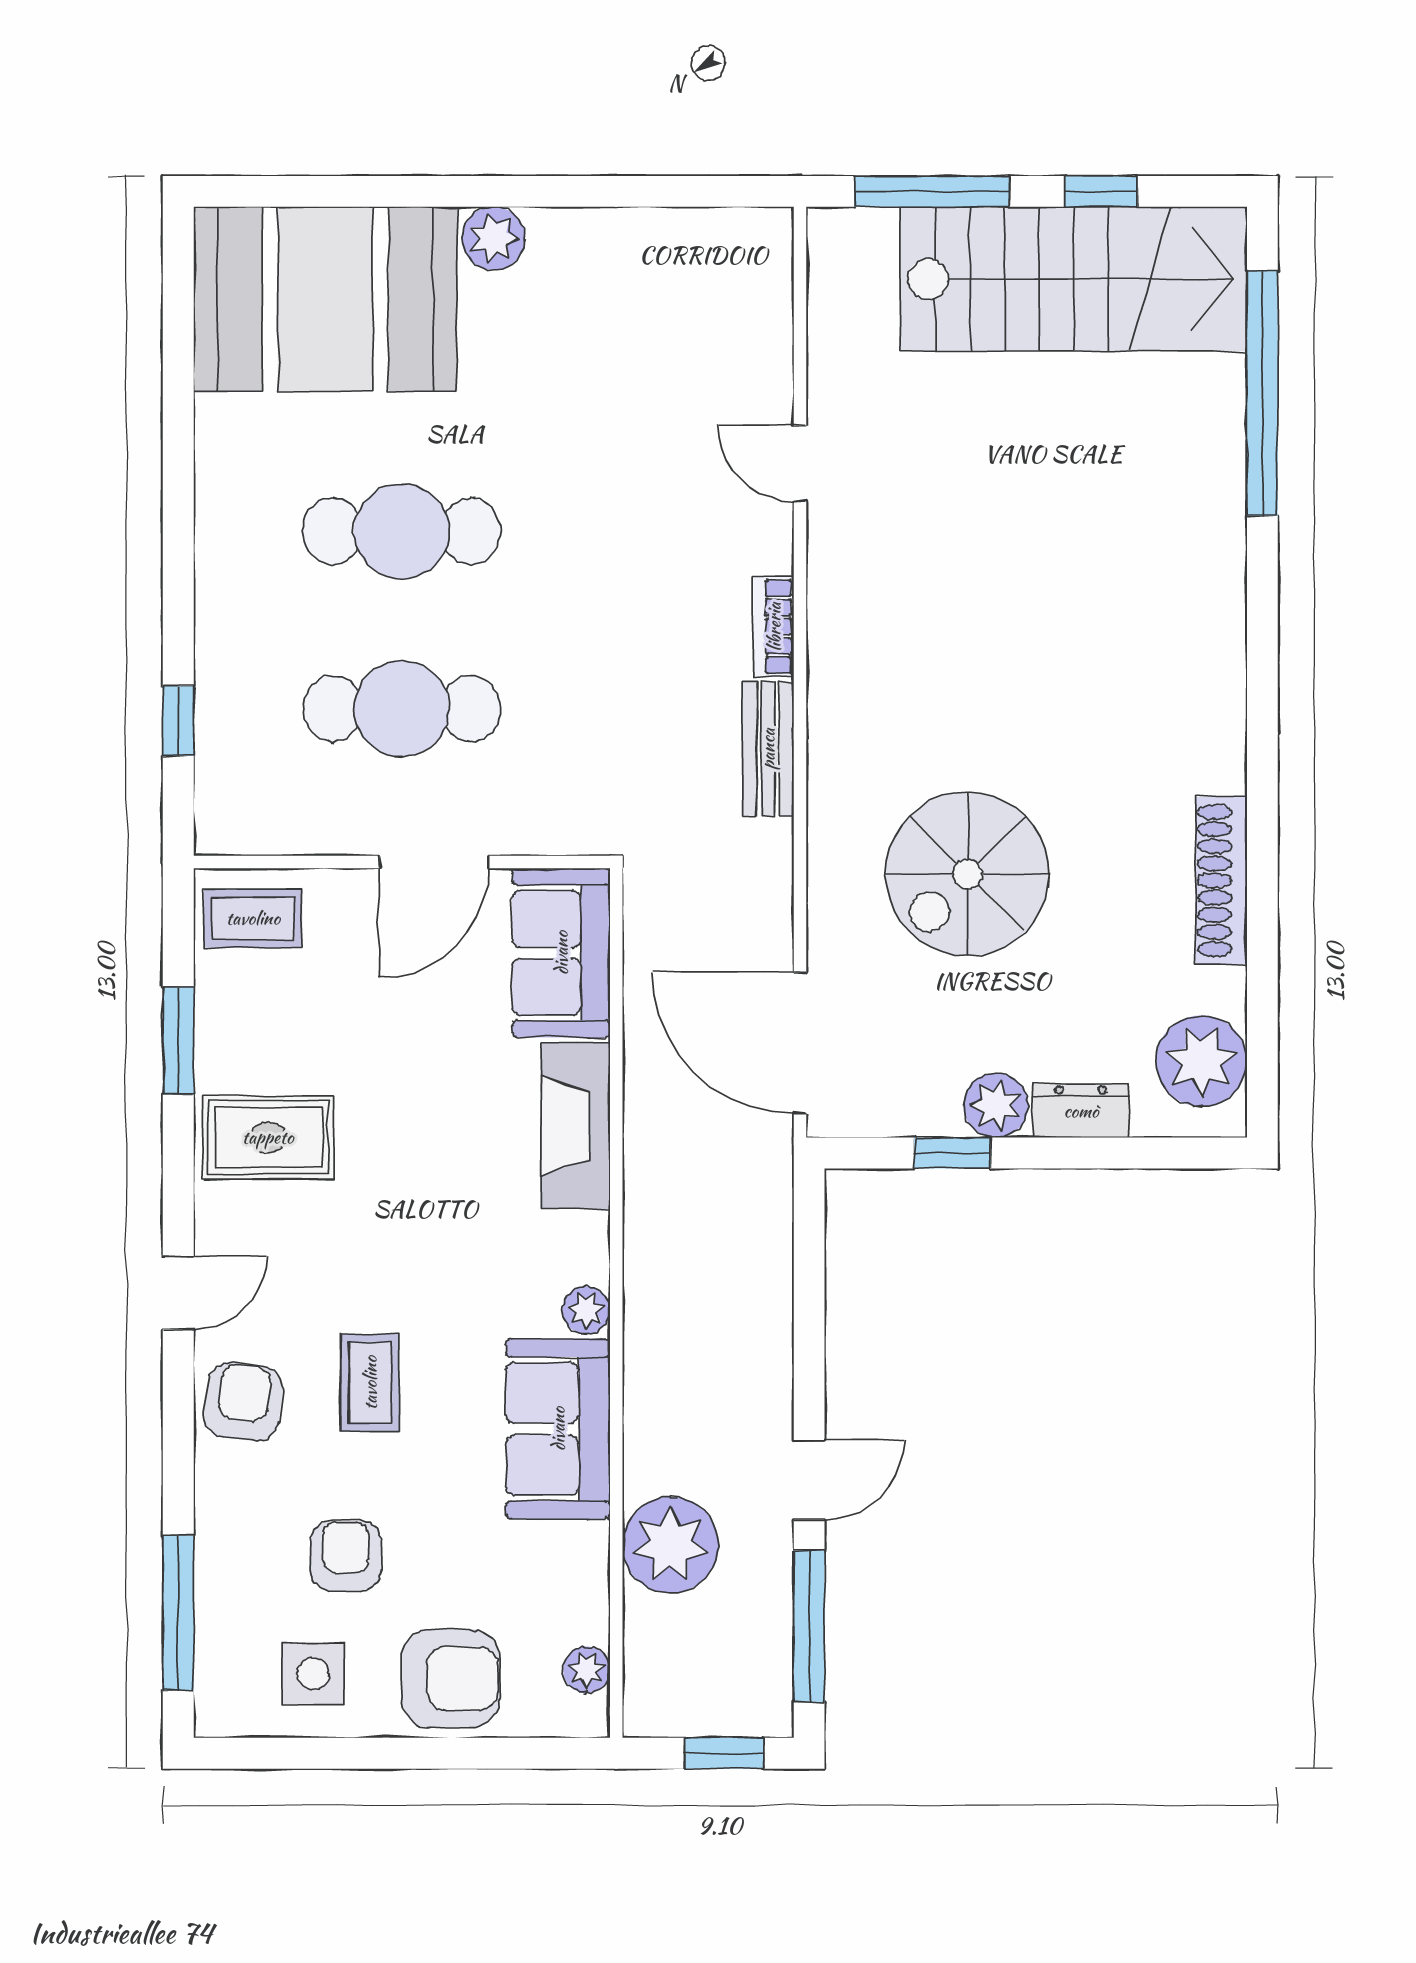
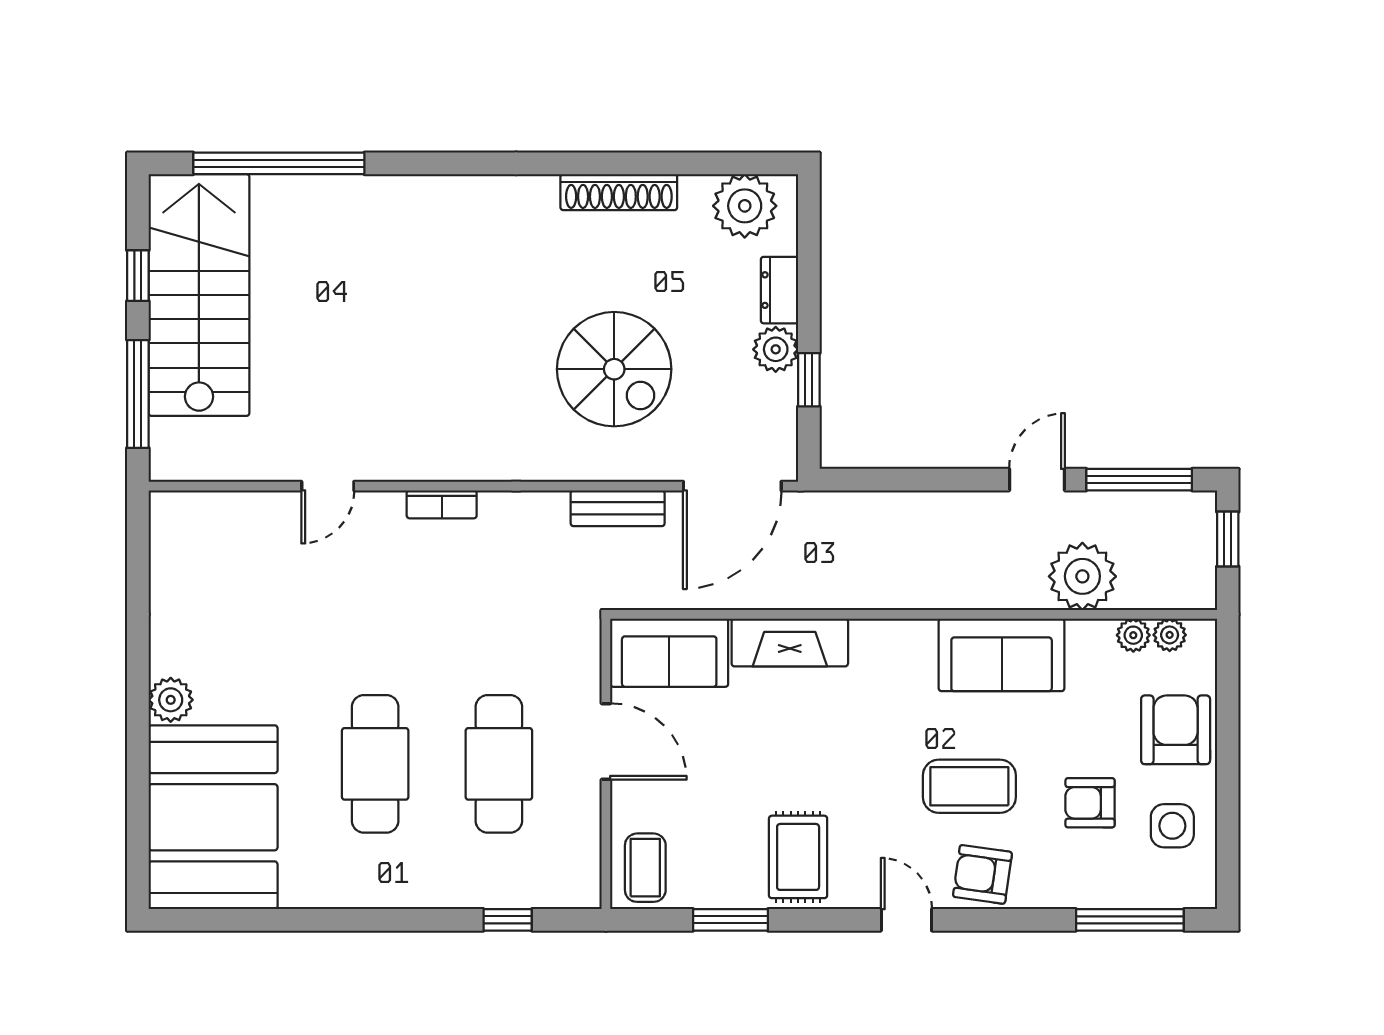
bench: (768, 749) -> (618, 508), moved
plant: (586, 1310) -> (1133, 635), moved
coffee table: (370, 1383) -> (969, 786), width x1.36, depth x1.30
door: (809, 1480) -> (1037, 480), hinge flipped

